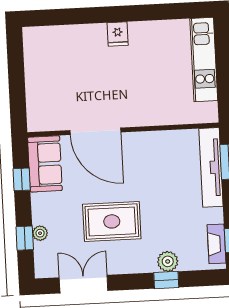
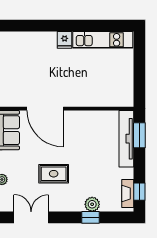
kitchen unit: (204, 60) -> (103, 40), moved, turned -90
rug: (112, 221) -> (54, 174), width x0.73, depth x0.70

